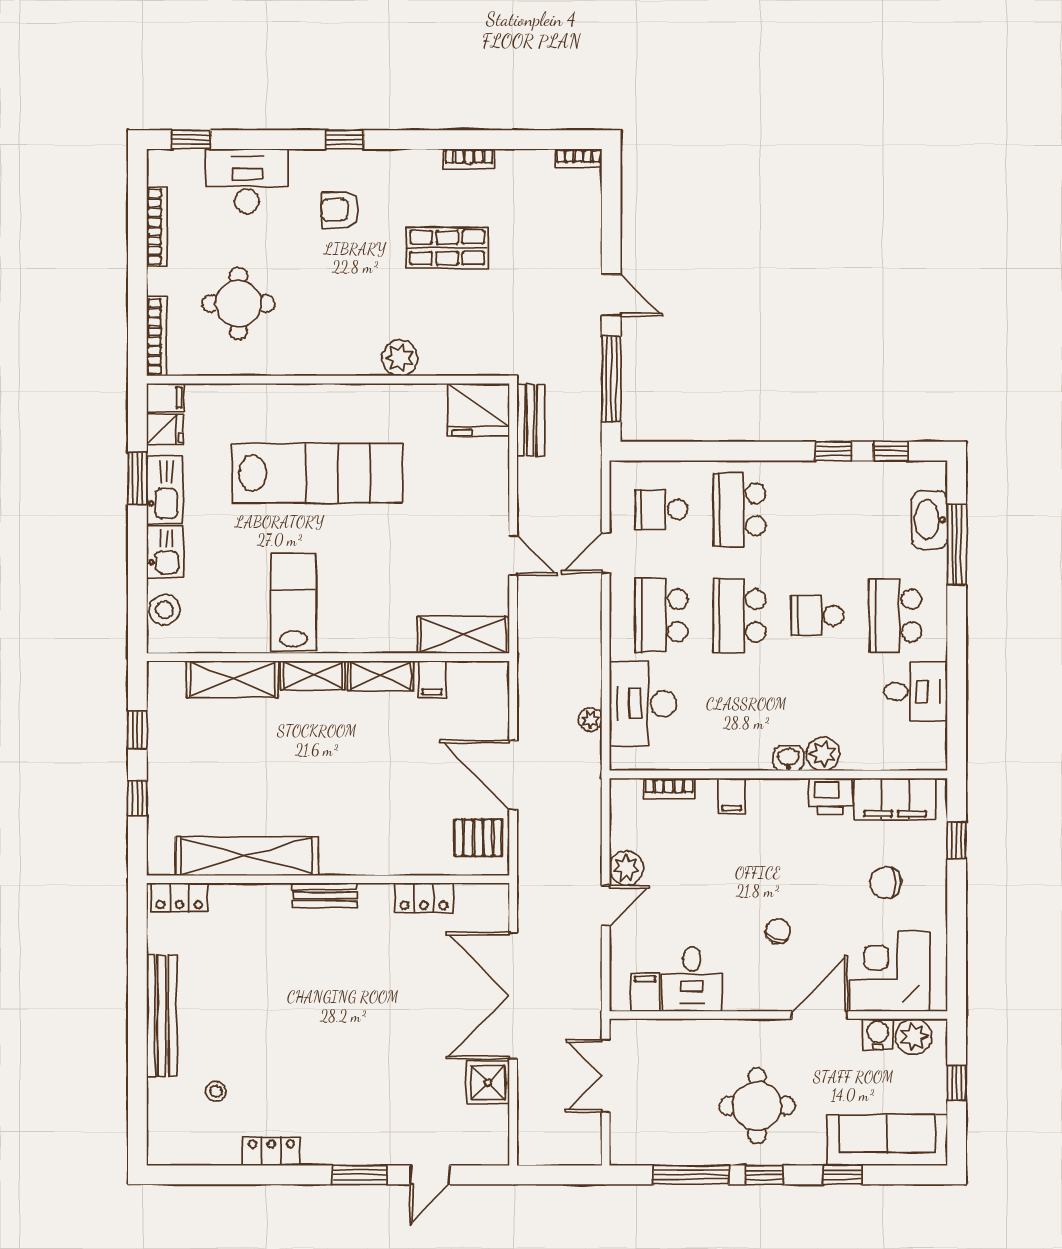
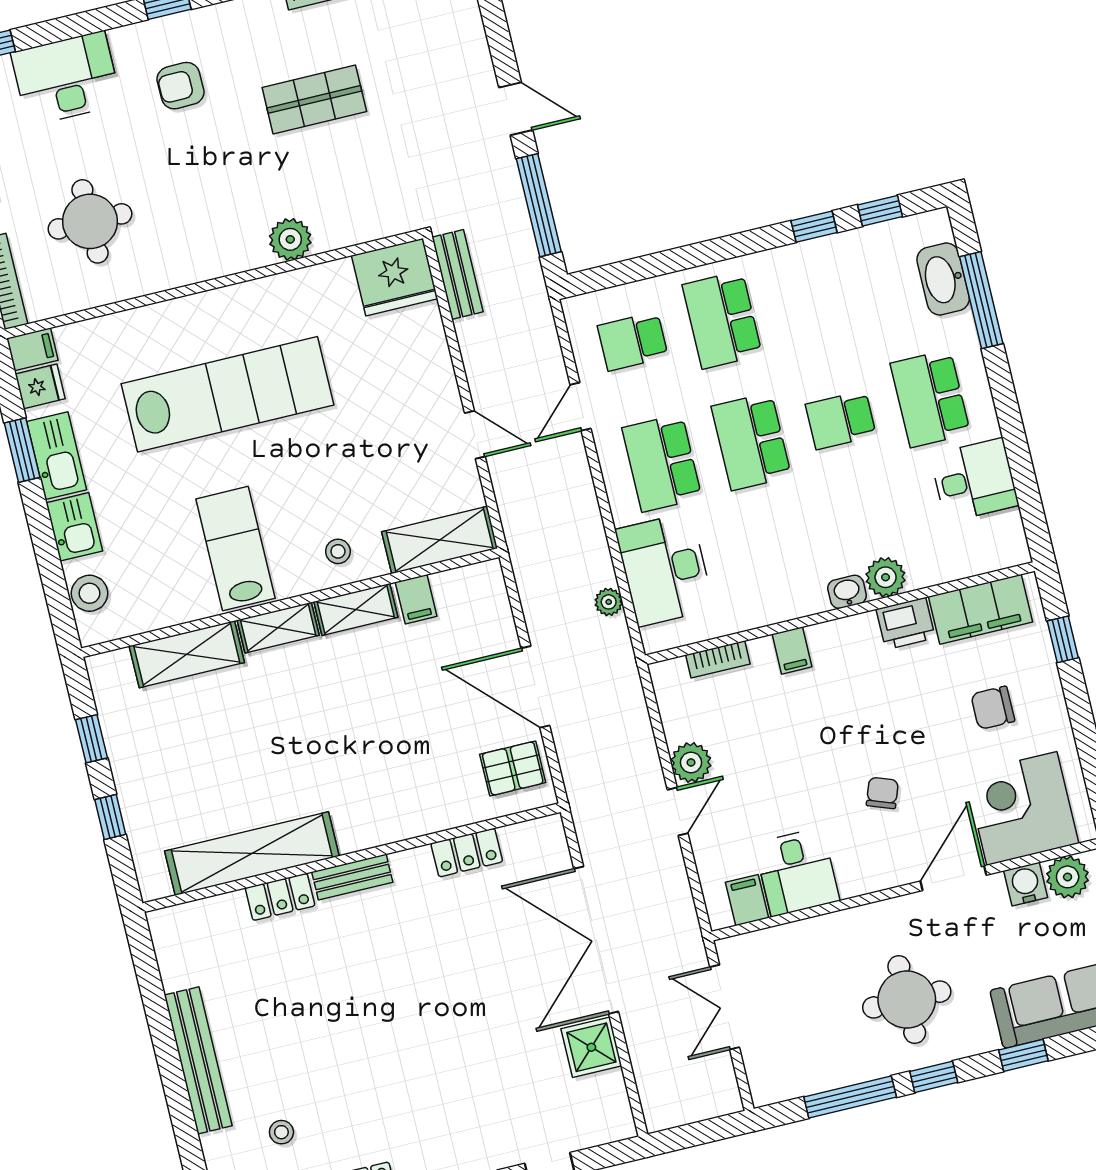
stool: (377, 624) -> (338, 551), added
locker: (180, 897) -> (280, 897), moved

